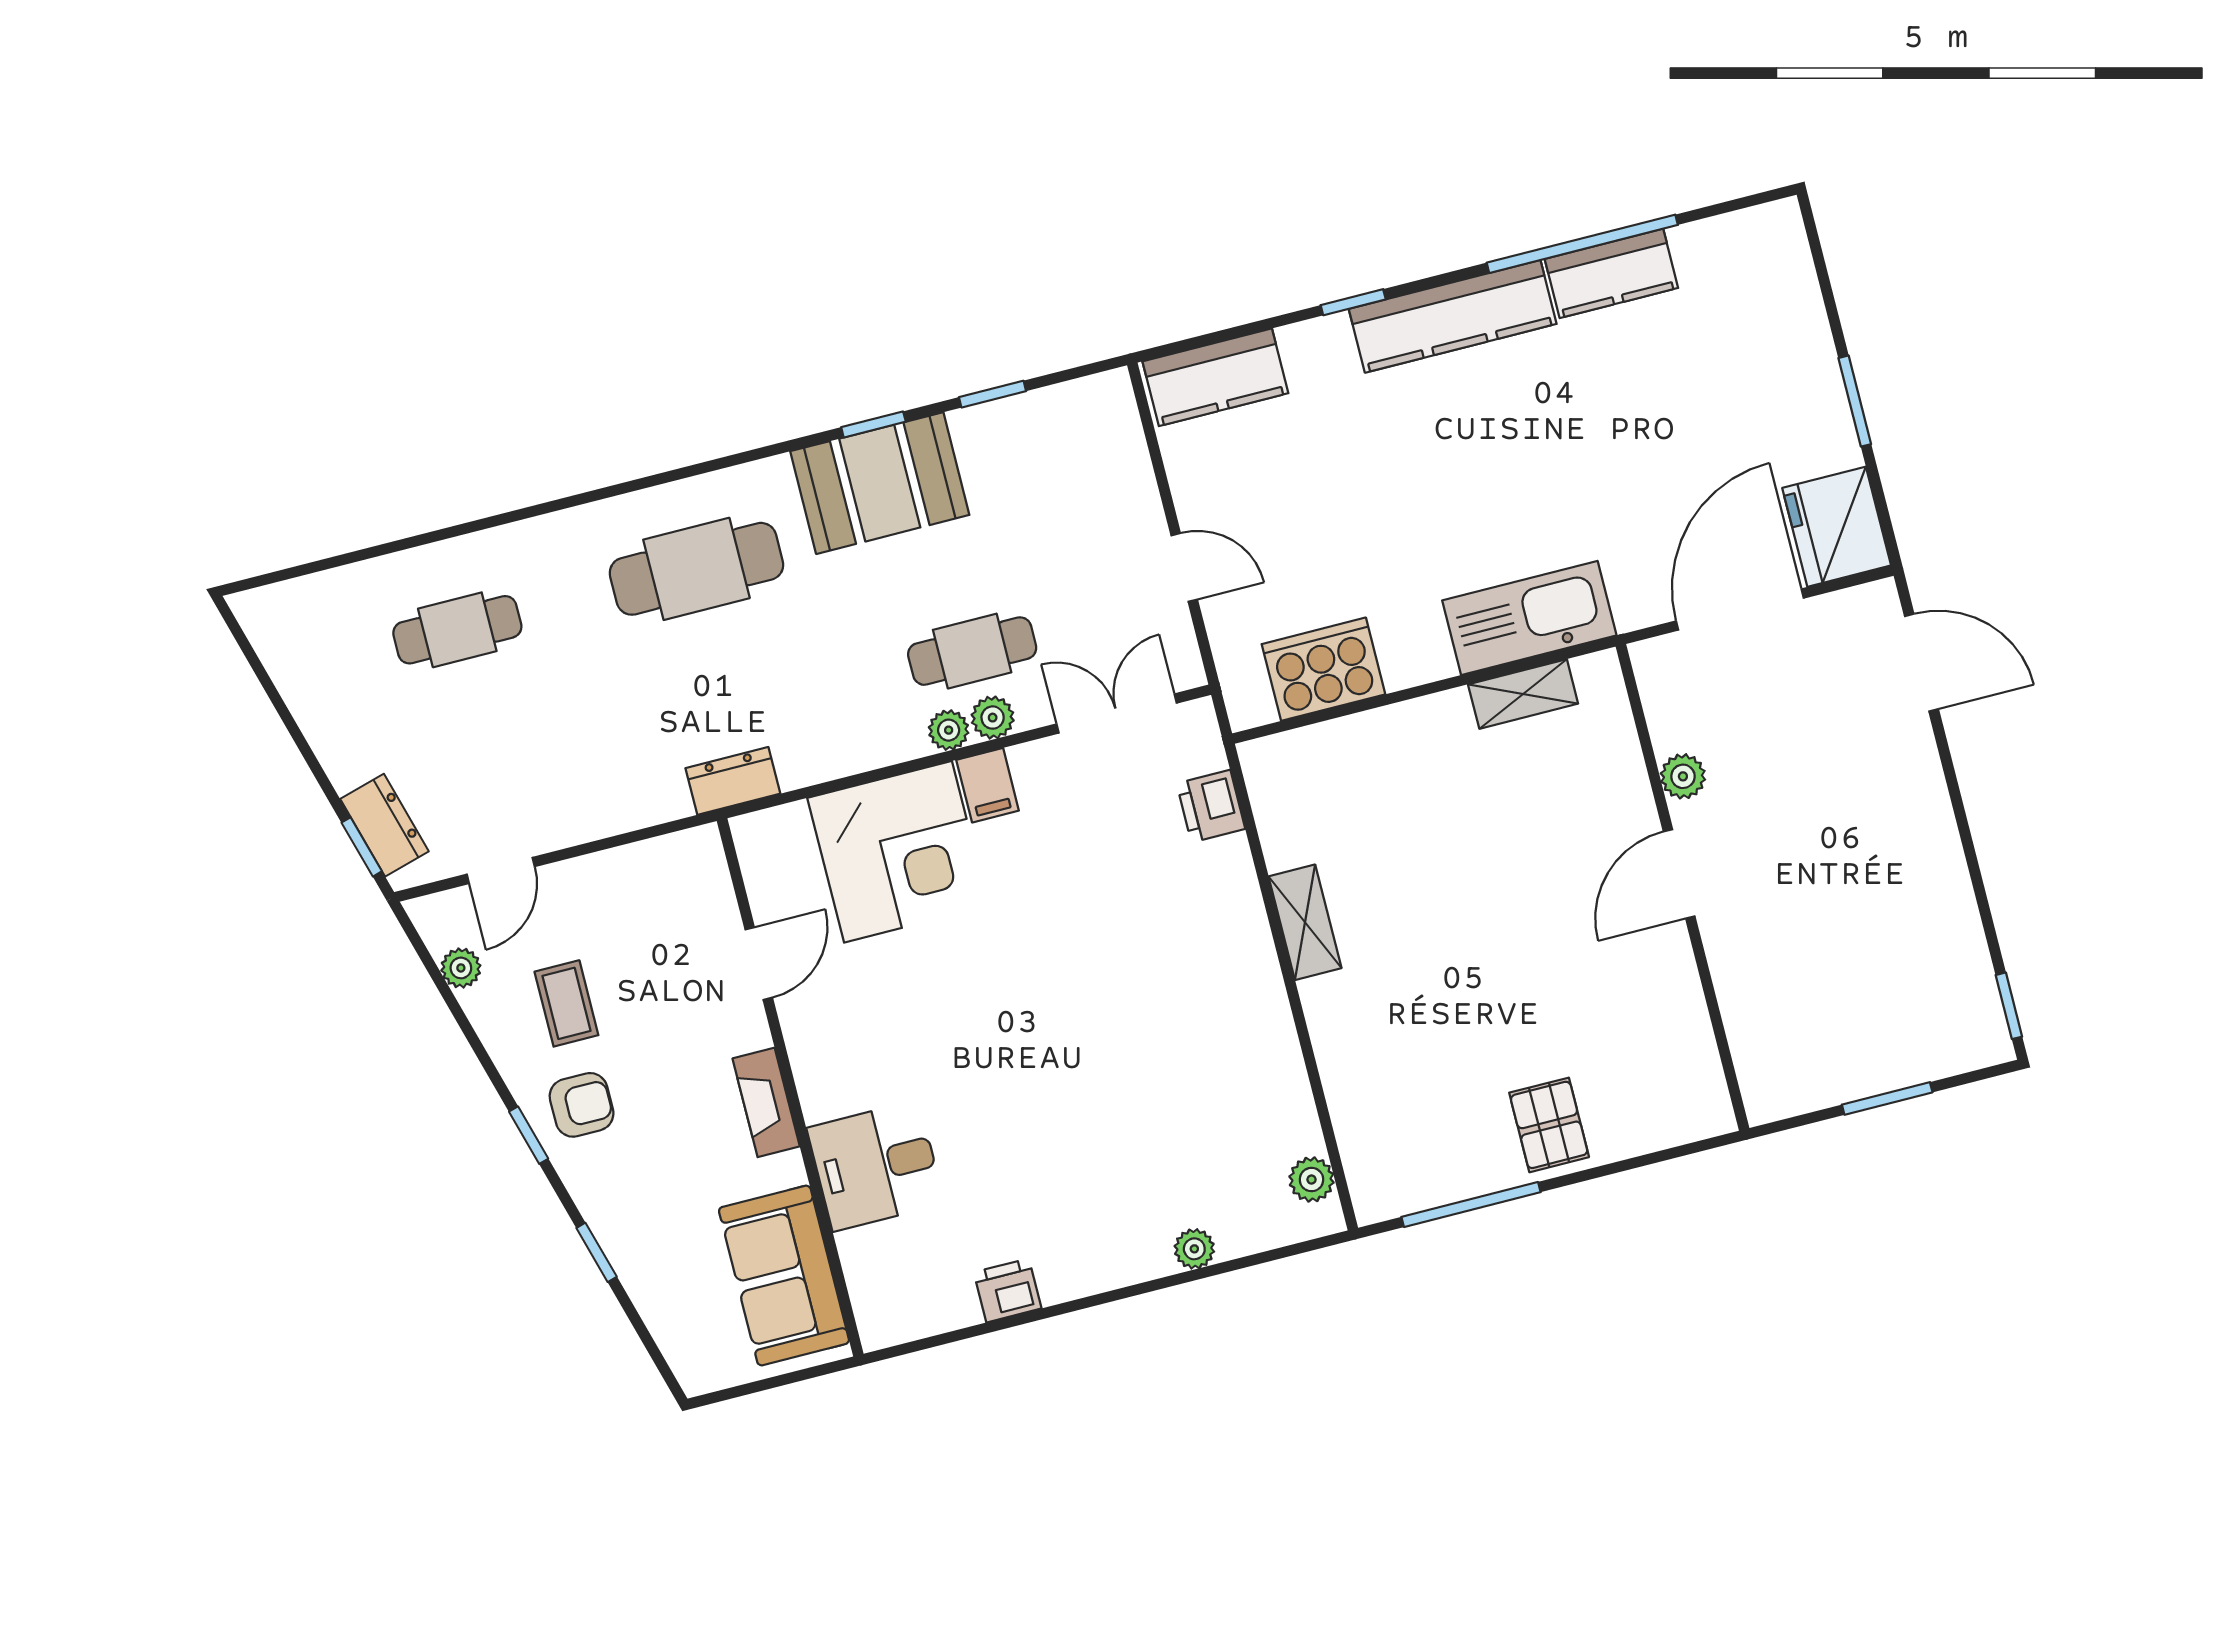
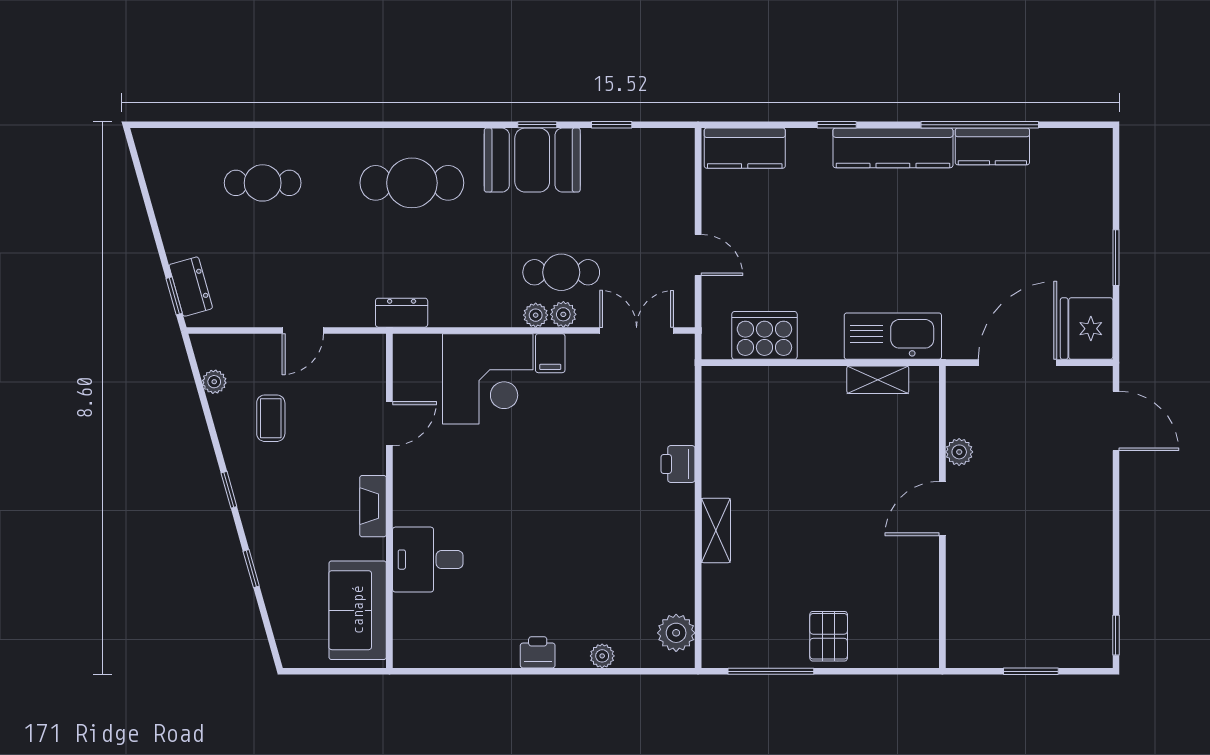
printer: (1211, 806) -> (678, 464), moved
door: (501, 870) -> (303, 330), moved
shelving: (1305, 922) -> (716, 530), moved
armchair: (582, 1105) -> (264, 480), removed
plant: (1312, 1180) -> (676, 633), width x1.38, depth x1.38
printer: (1008, 1290) -> (538, 652), moved

